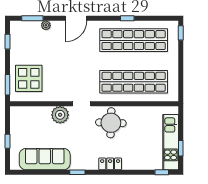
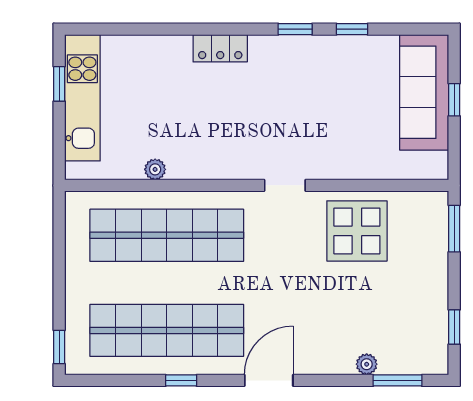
door: (76, 18) -> (269, 380), moved
display table: (29, 78) -> (357, 231), moved
plant: (60, 115) -> (155, 169), moved, width x0.53, depth x0.53
round table: (111, 123) -> (219, 142), removed
sofa: (45, 159) -> (424, 92), moved, turned 90
window: (162, 172) -> (352, 29), moved

